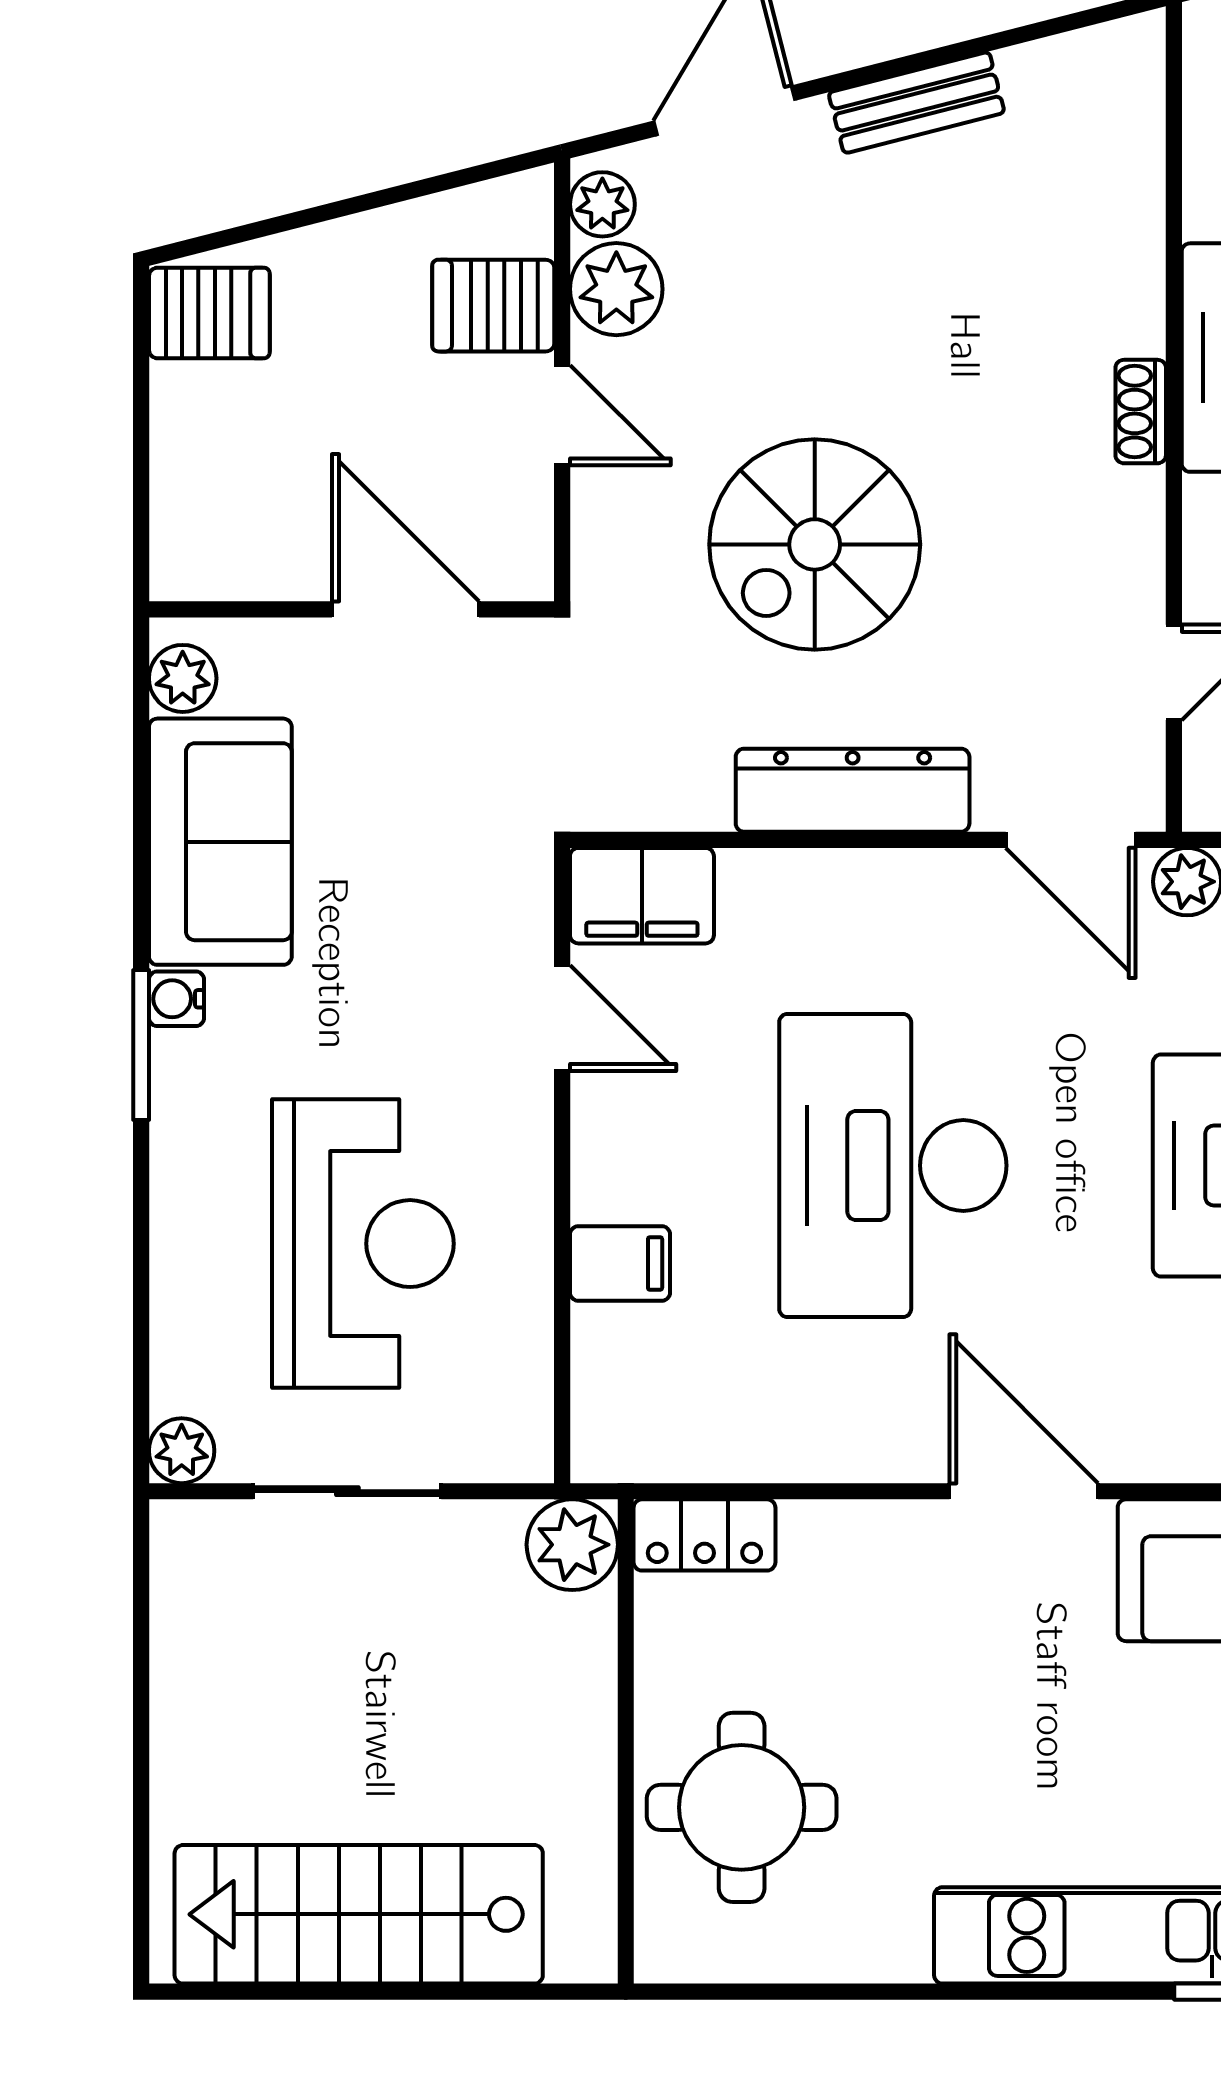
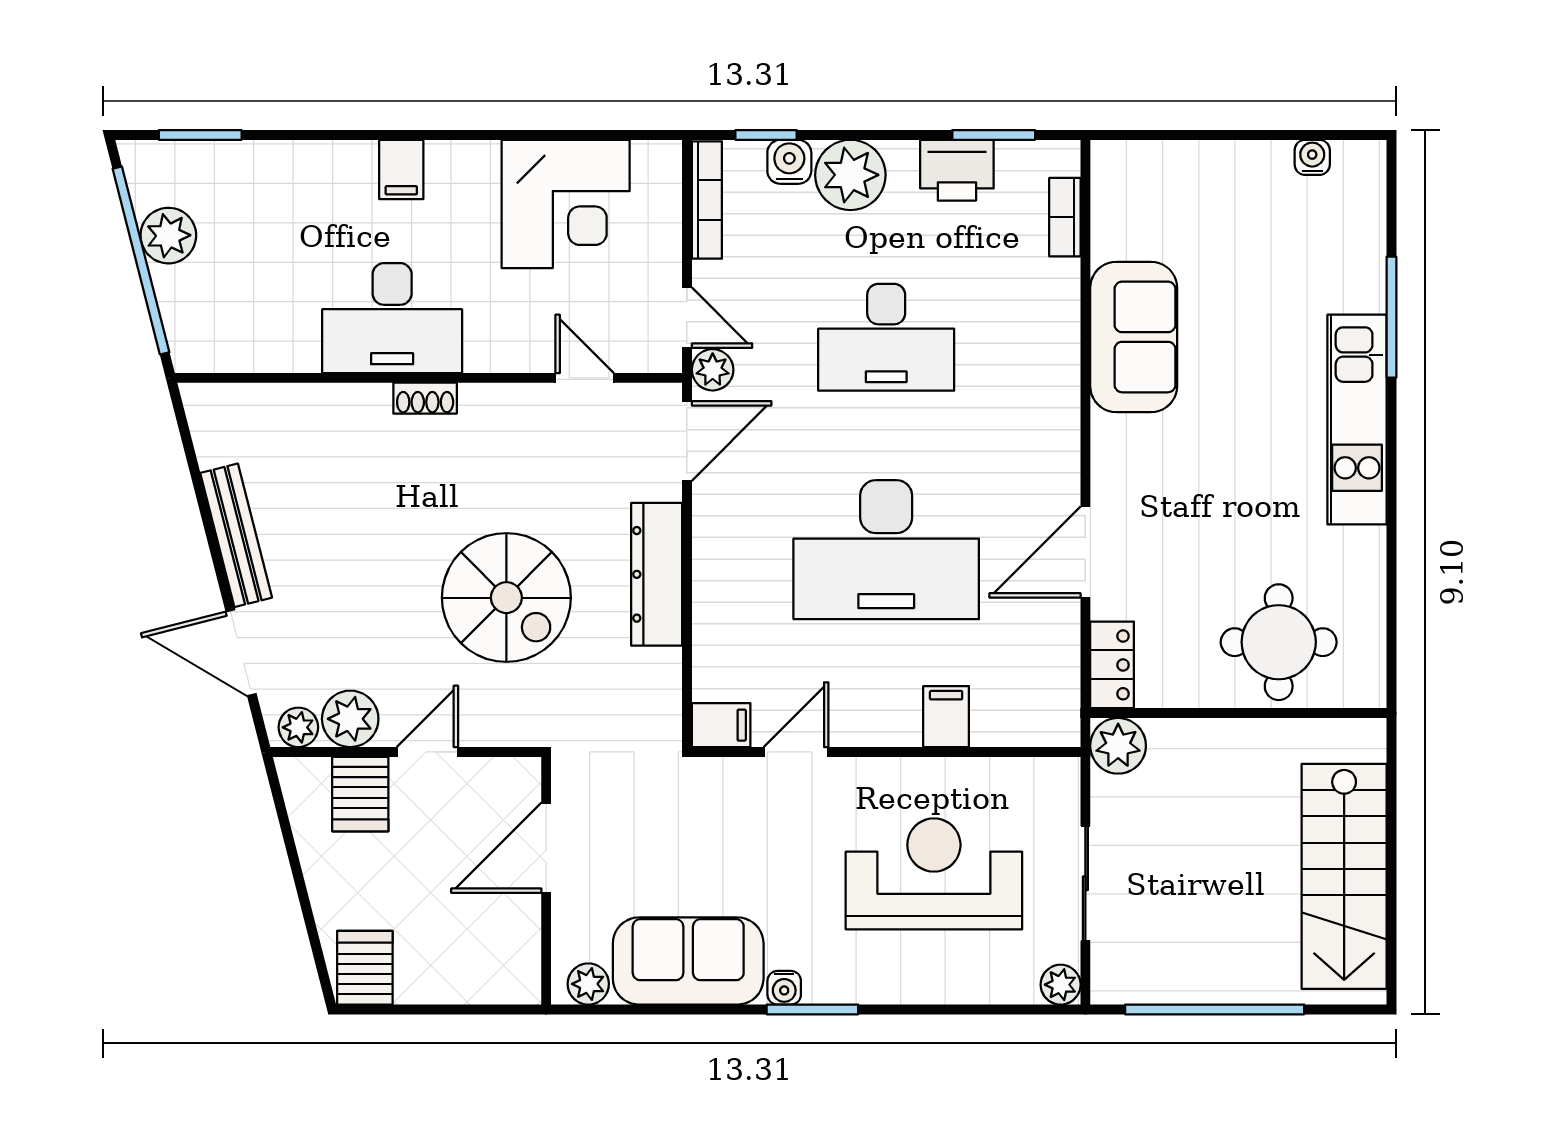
bench: (916, 103) -> (236, 535), width x1.36
filing cabinet: (642, 896) -> (721, 725), width x0.50
door: (1024, 1491) -> (1085, 552), moved
window: (141, 1703) -> (1215, 1009), added

